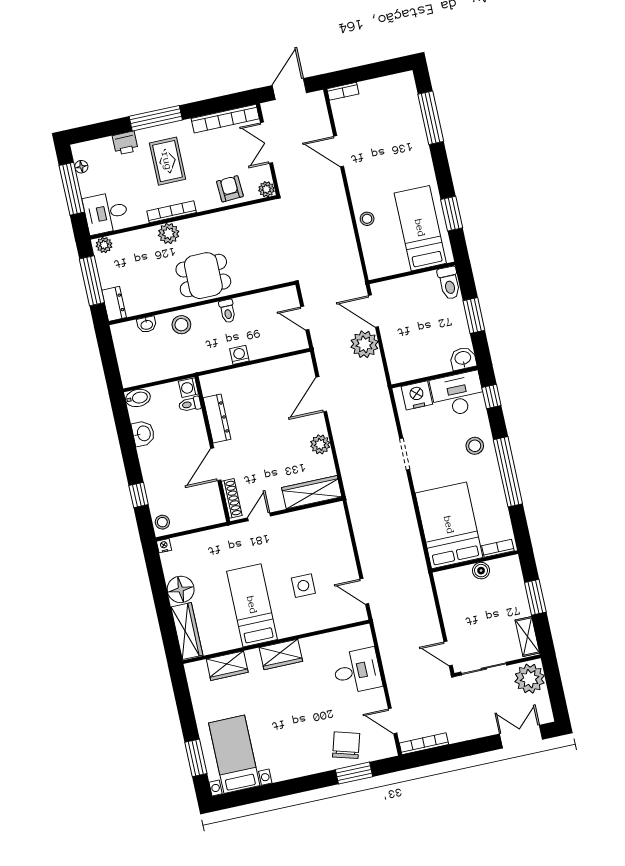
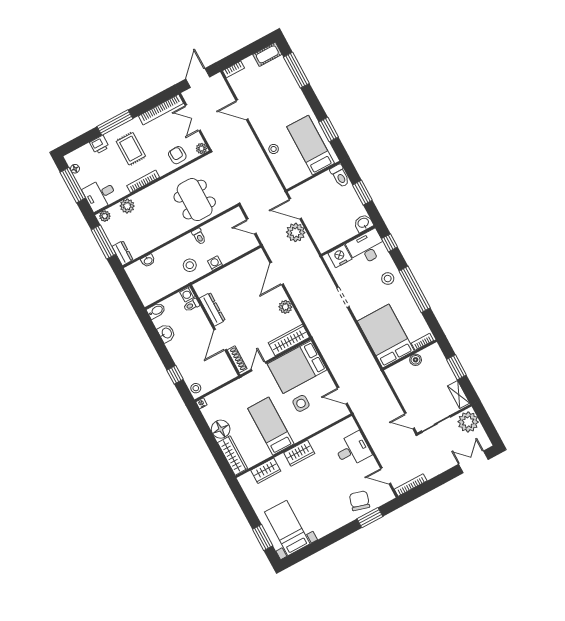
cot: (396, 84) -> (267, 54), added
plant: (169, 233) -> (127, 206), moved
dining table: (203, 276) -> (195, 200), moved, width x1.38
stool: (181, 325) -> (190, 265), moved
bed: (312, 533) -> (297, 367), added

